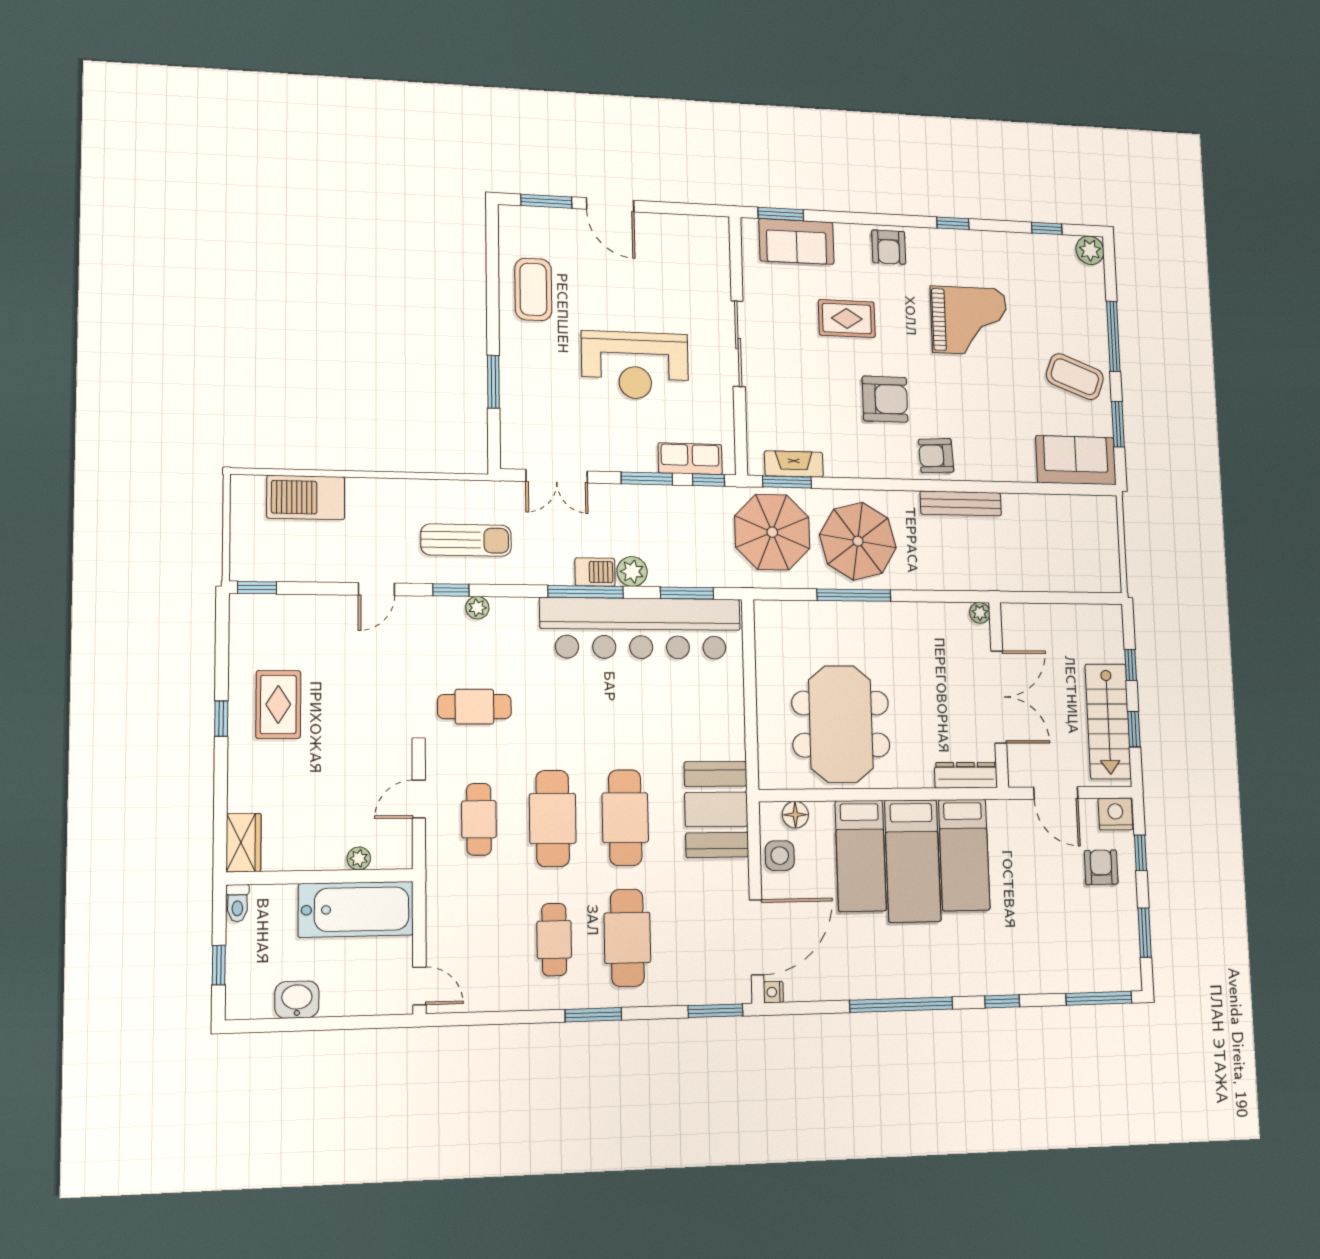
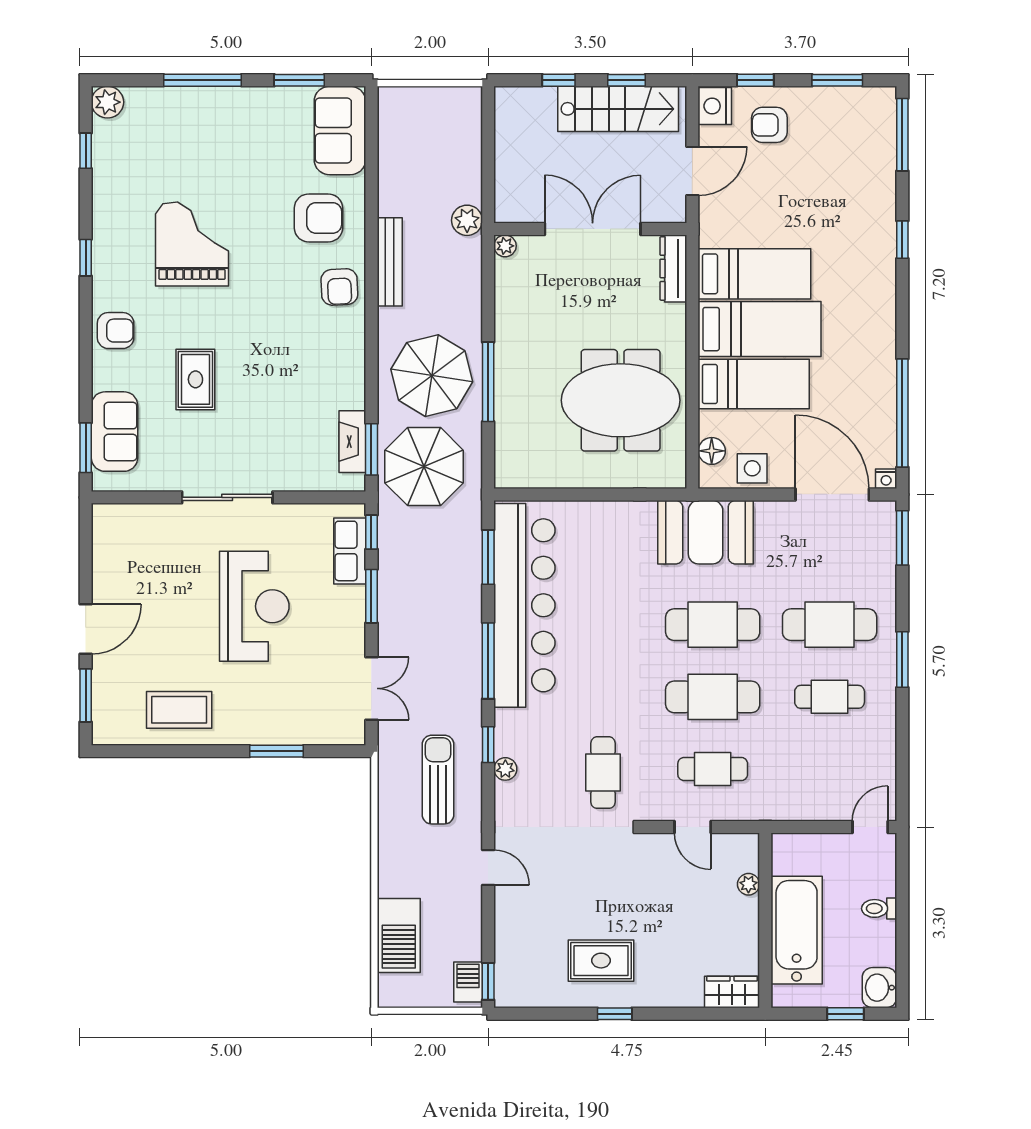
coffee table: (1075, 377) -> (249, 127), removed
armchair: (885, 399) -> (318, 218), moved, turned 90
barbecue: (595, 572) -> (468, 982), moved
plant: (632, 572) -> (467, 220), moved
window: (451, 590) -> (488, 745), moved
toilet: (237, 903) -> (879, 908), moved, turned 180
bathtub: (356, 909) -> (797, 930), moved
washbasin: (297, 1000) -> (879, 988), moved
window: (901, 1005) -> (902, 413), moved

